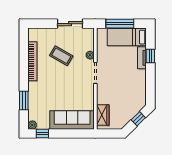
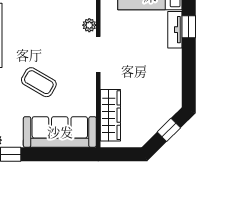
coffee table: (61, 56) -> (39, 82), moved
wardrobe: (103, 115) -> (110, 115), width x1.50

